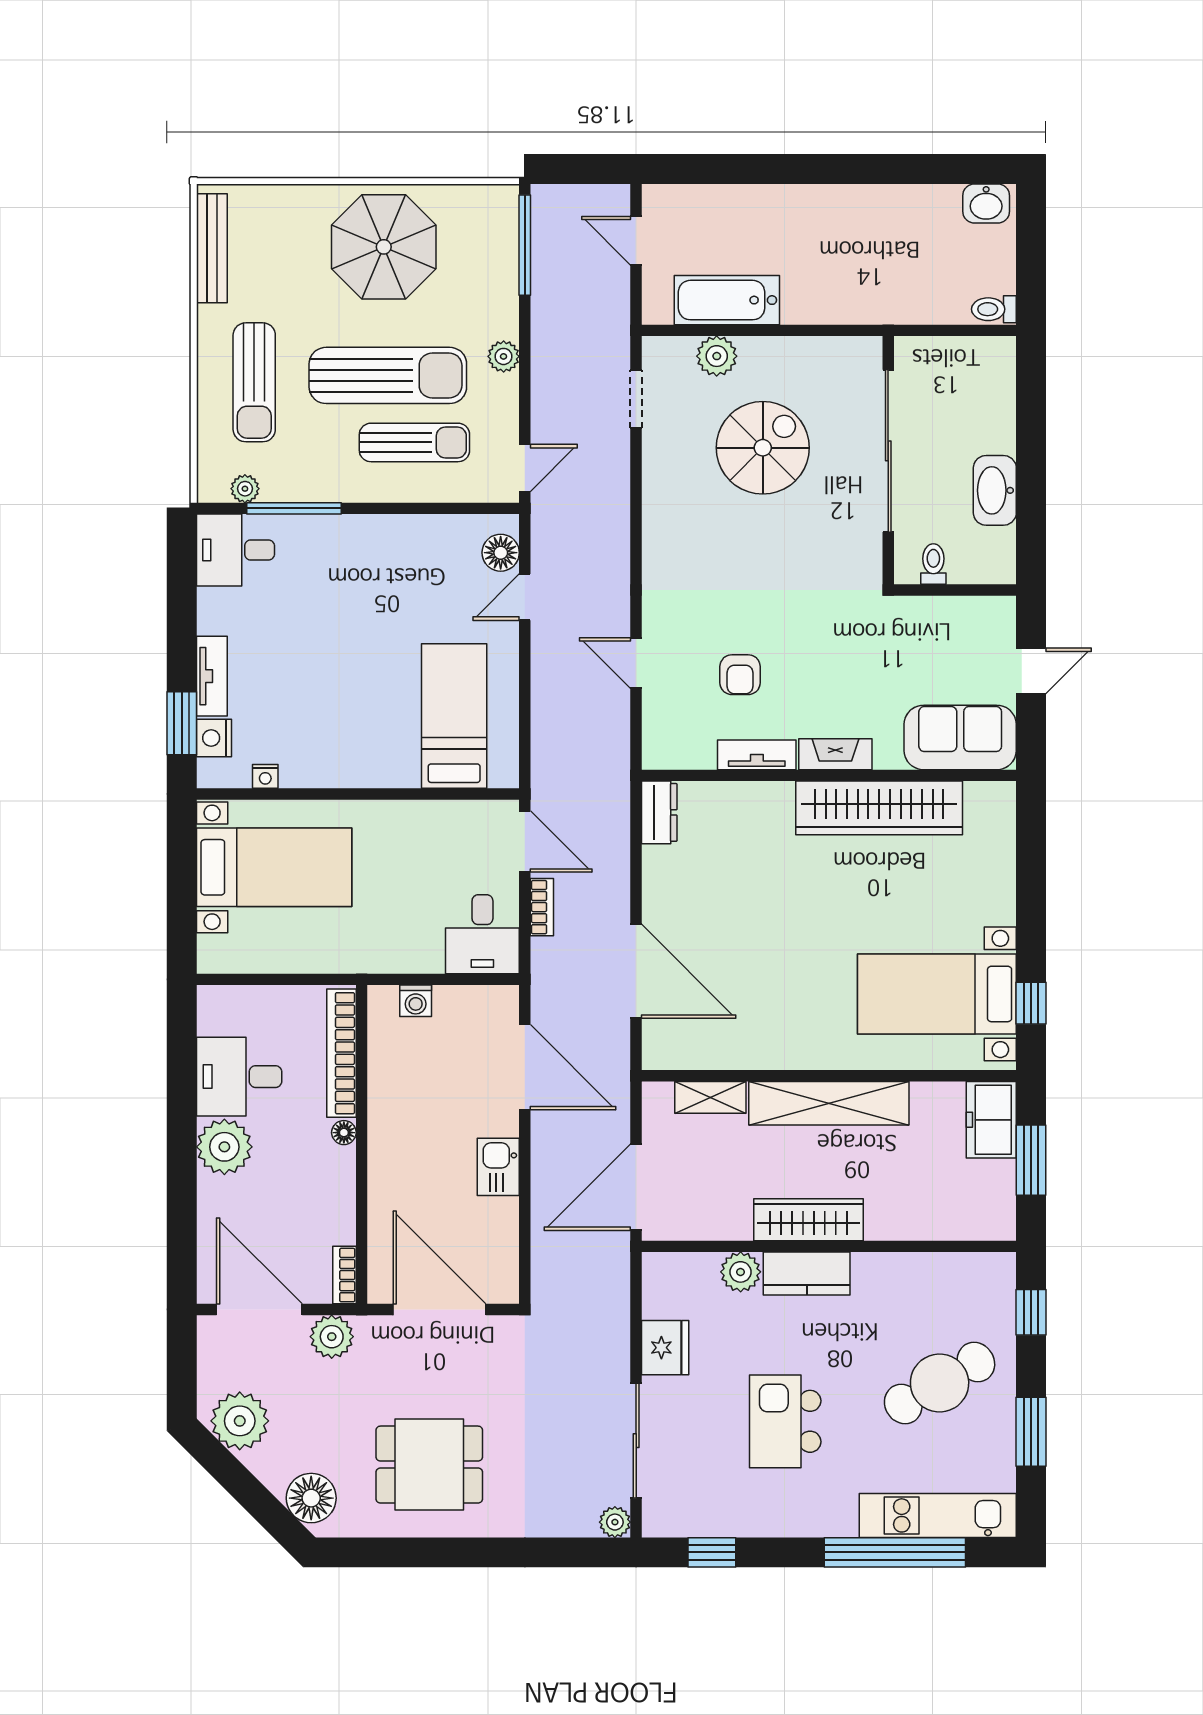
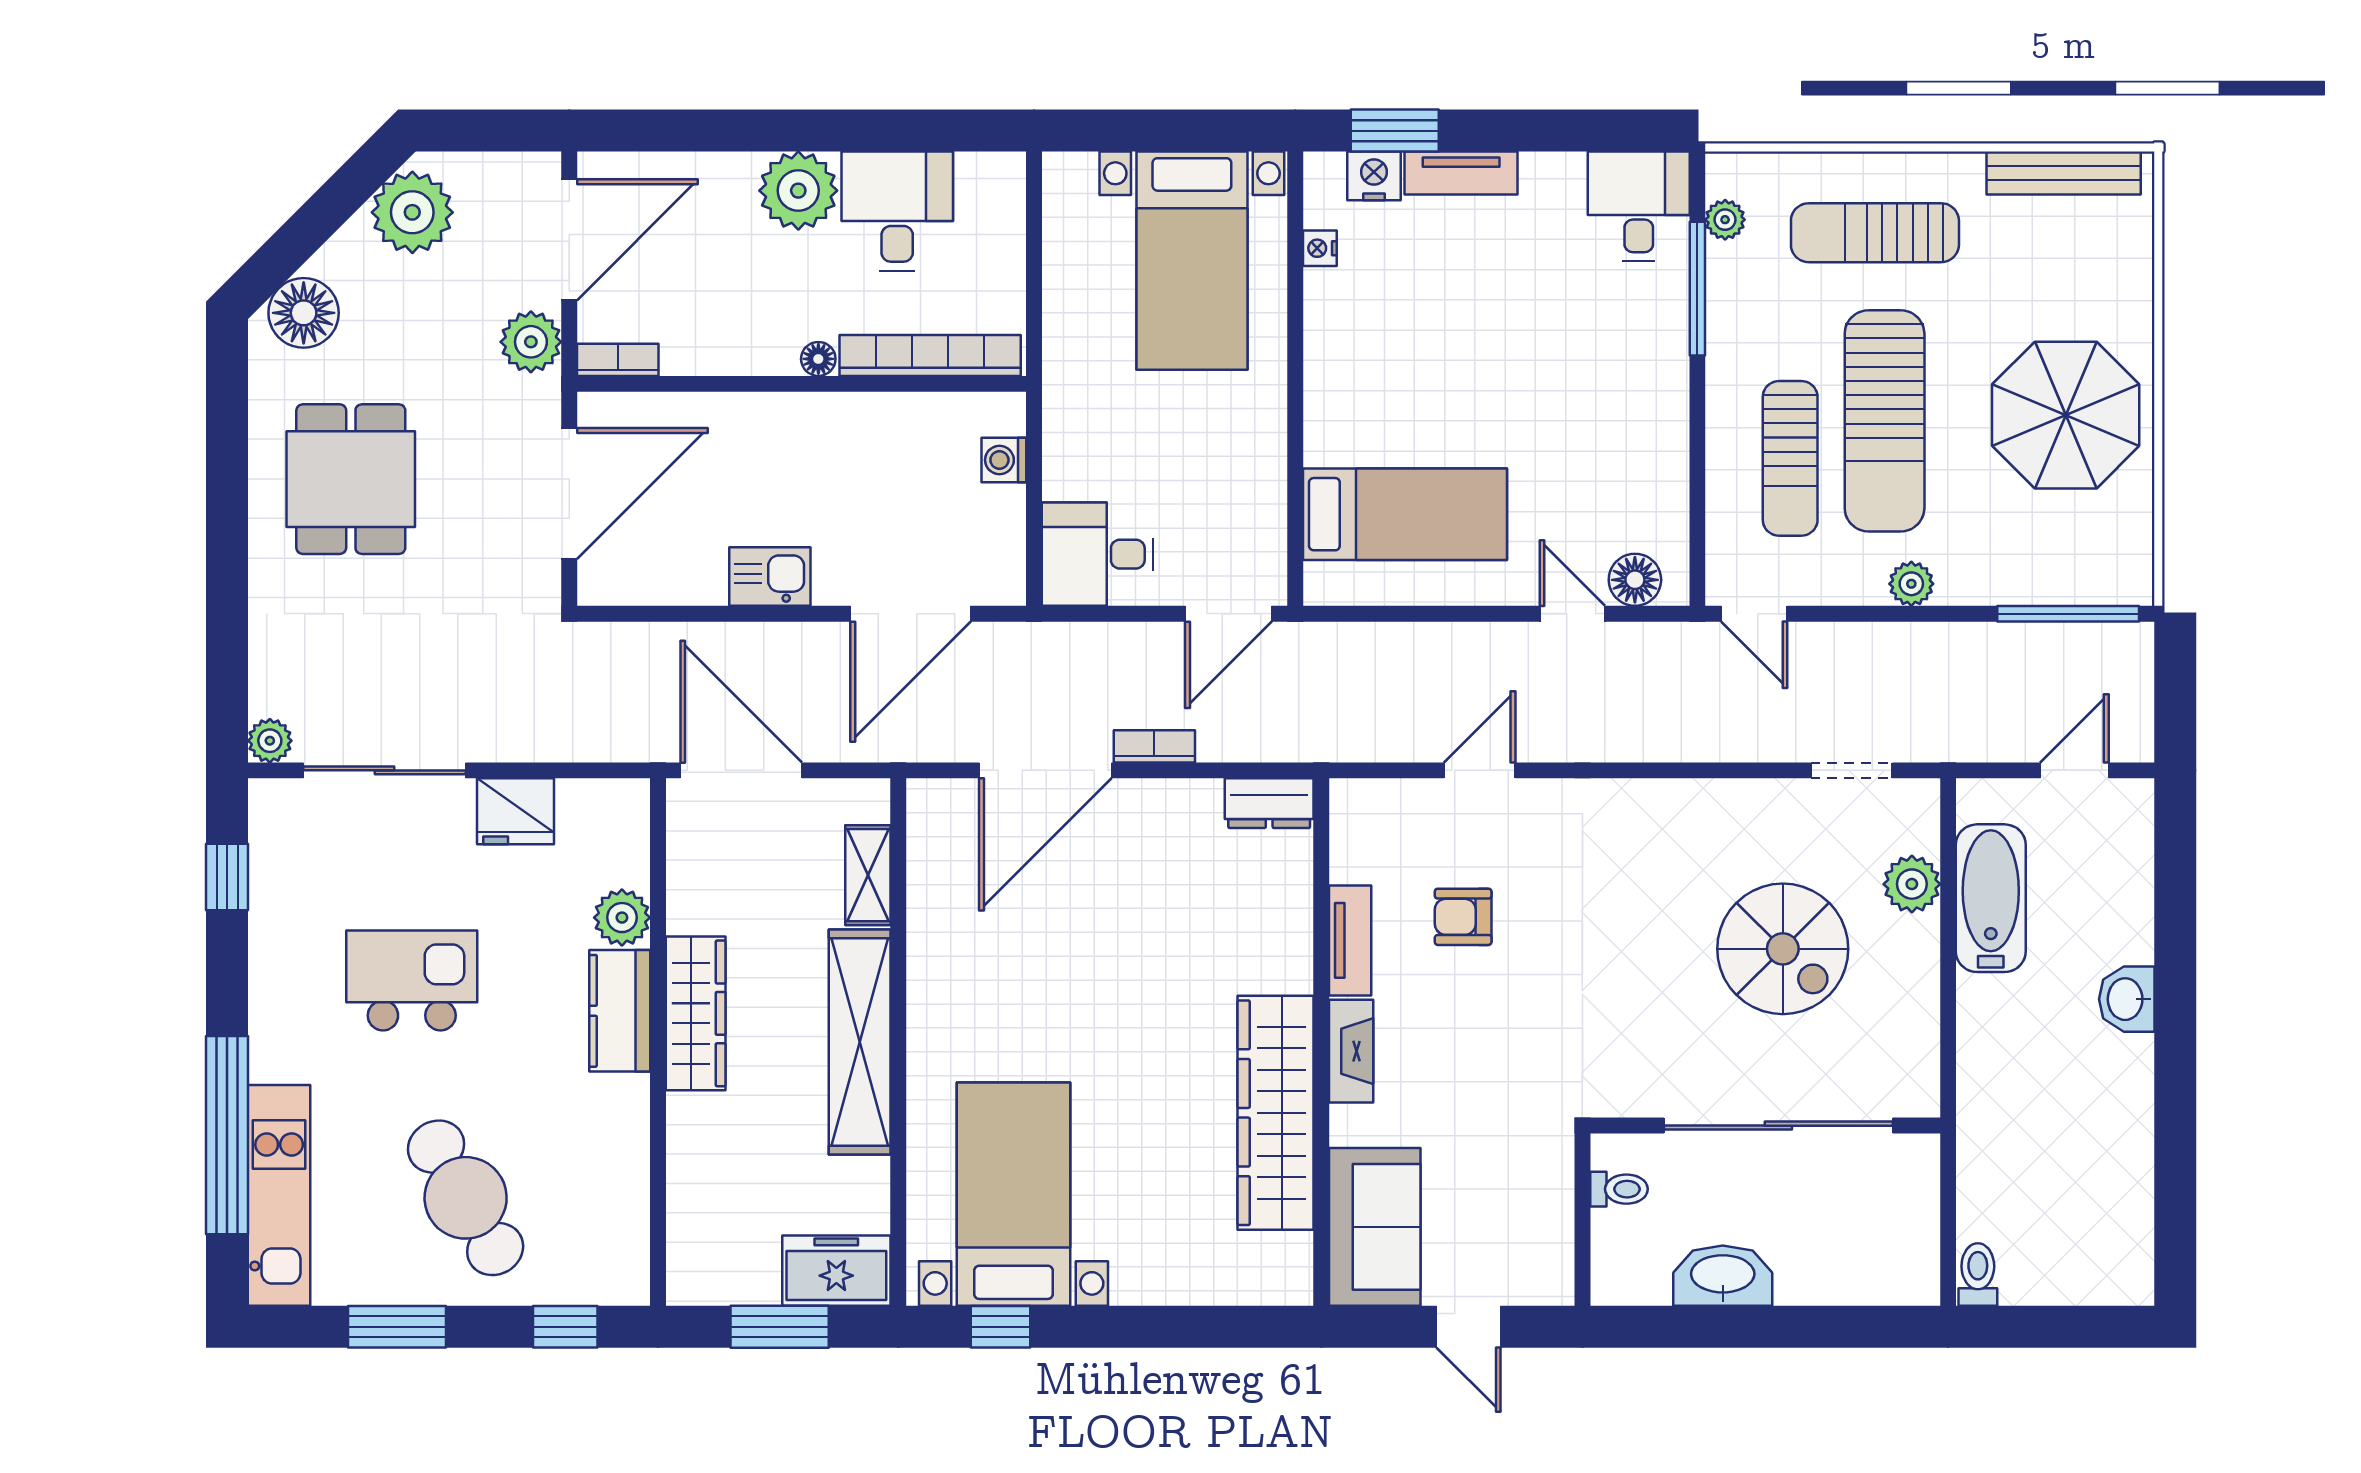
washbasin: (986, 203) -> (2127, 999), moved
bookcase: (542, 907) -> (1154, 746), moved, turned 180

